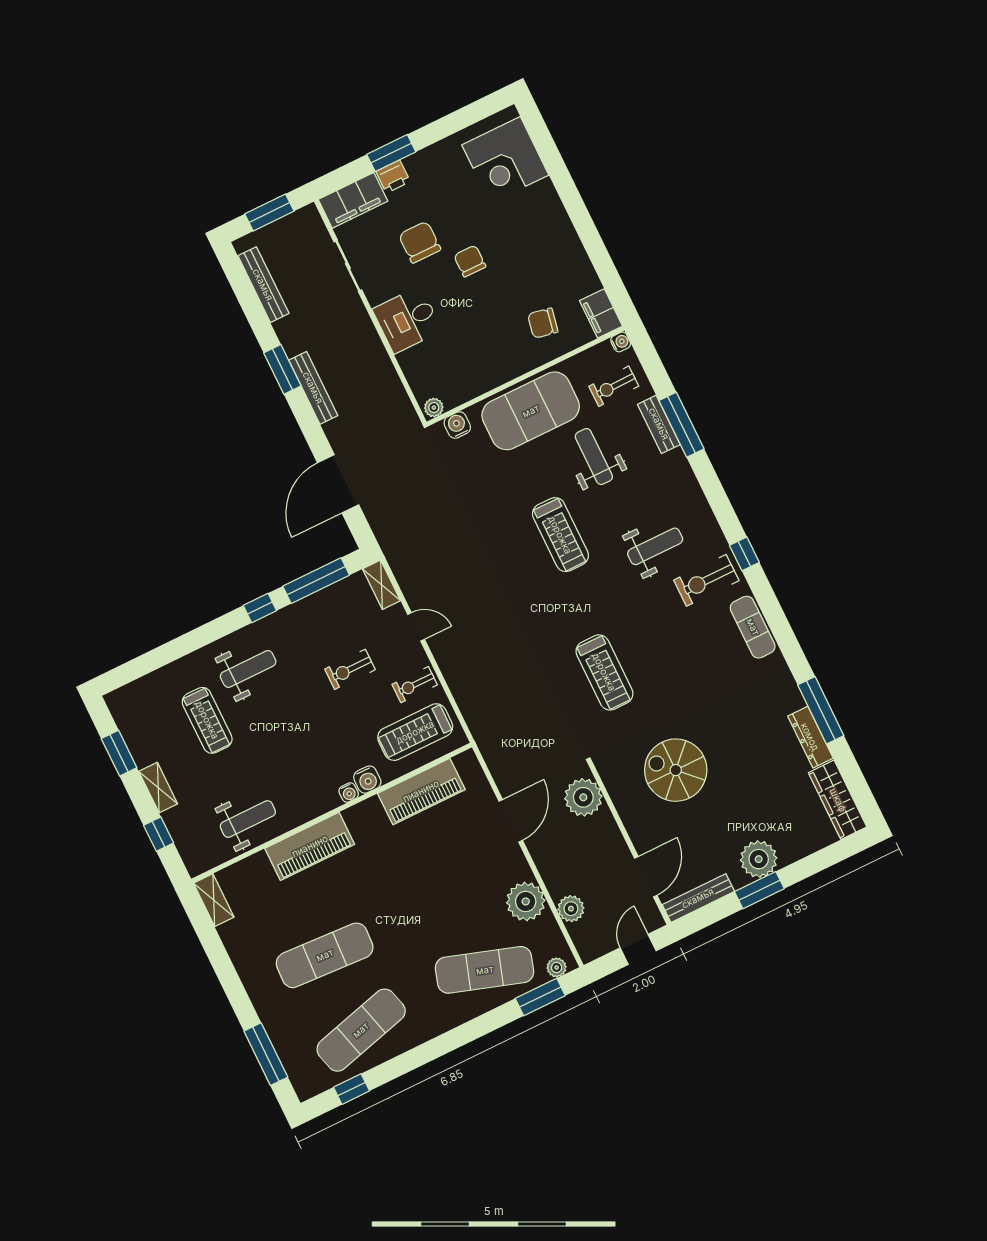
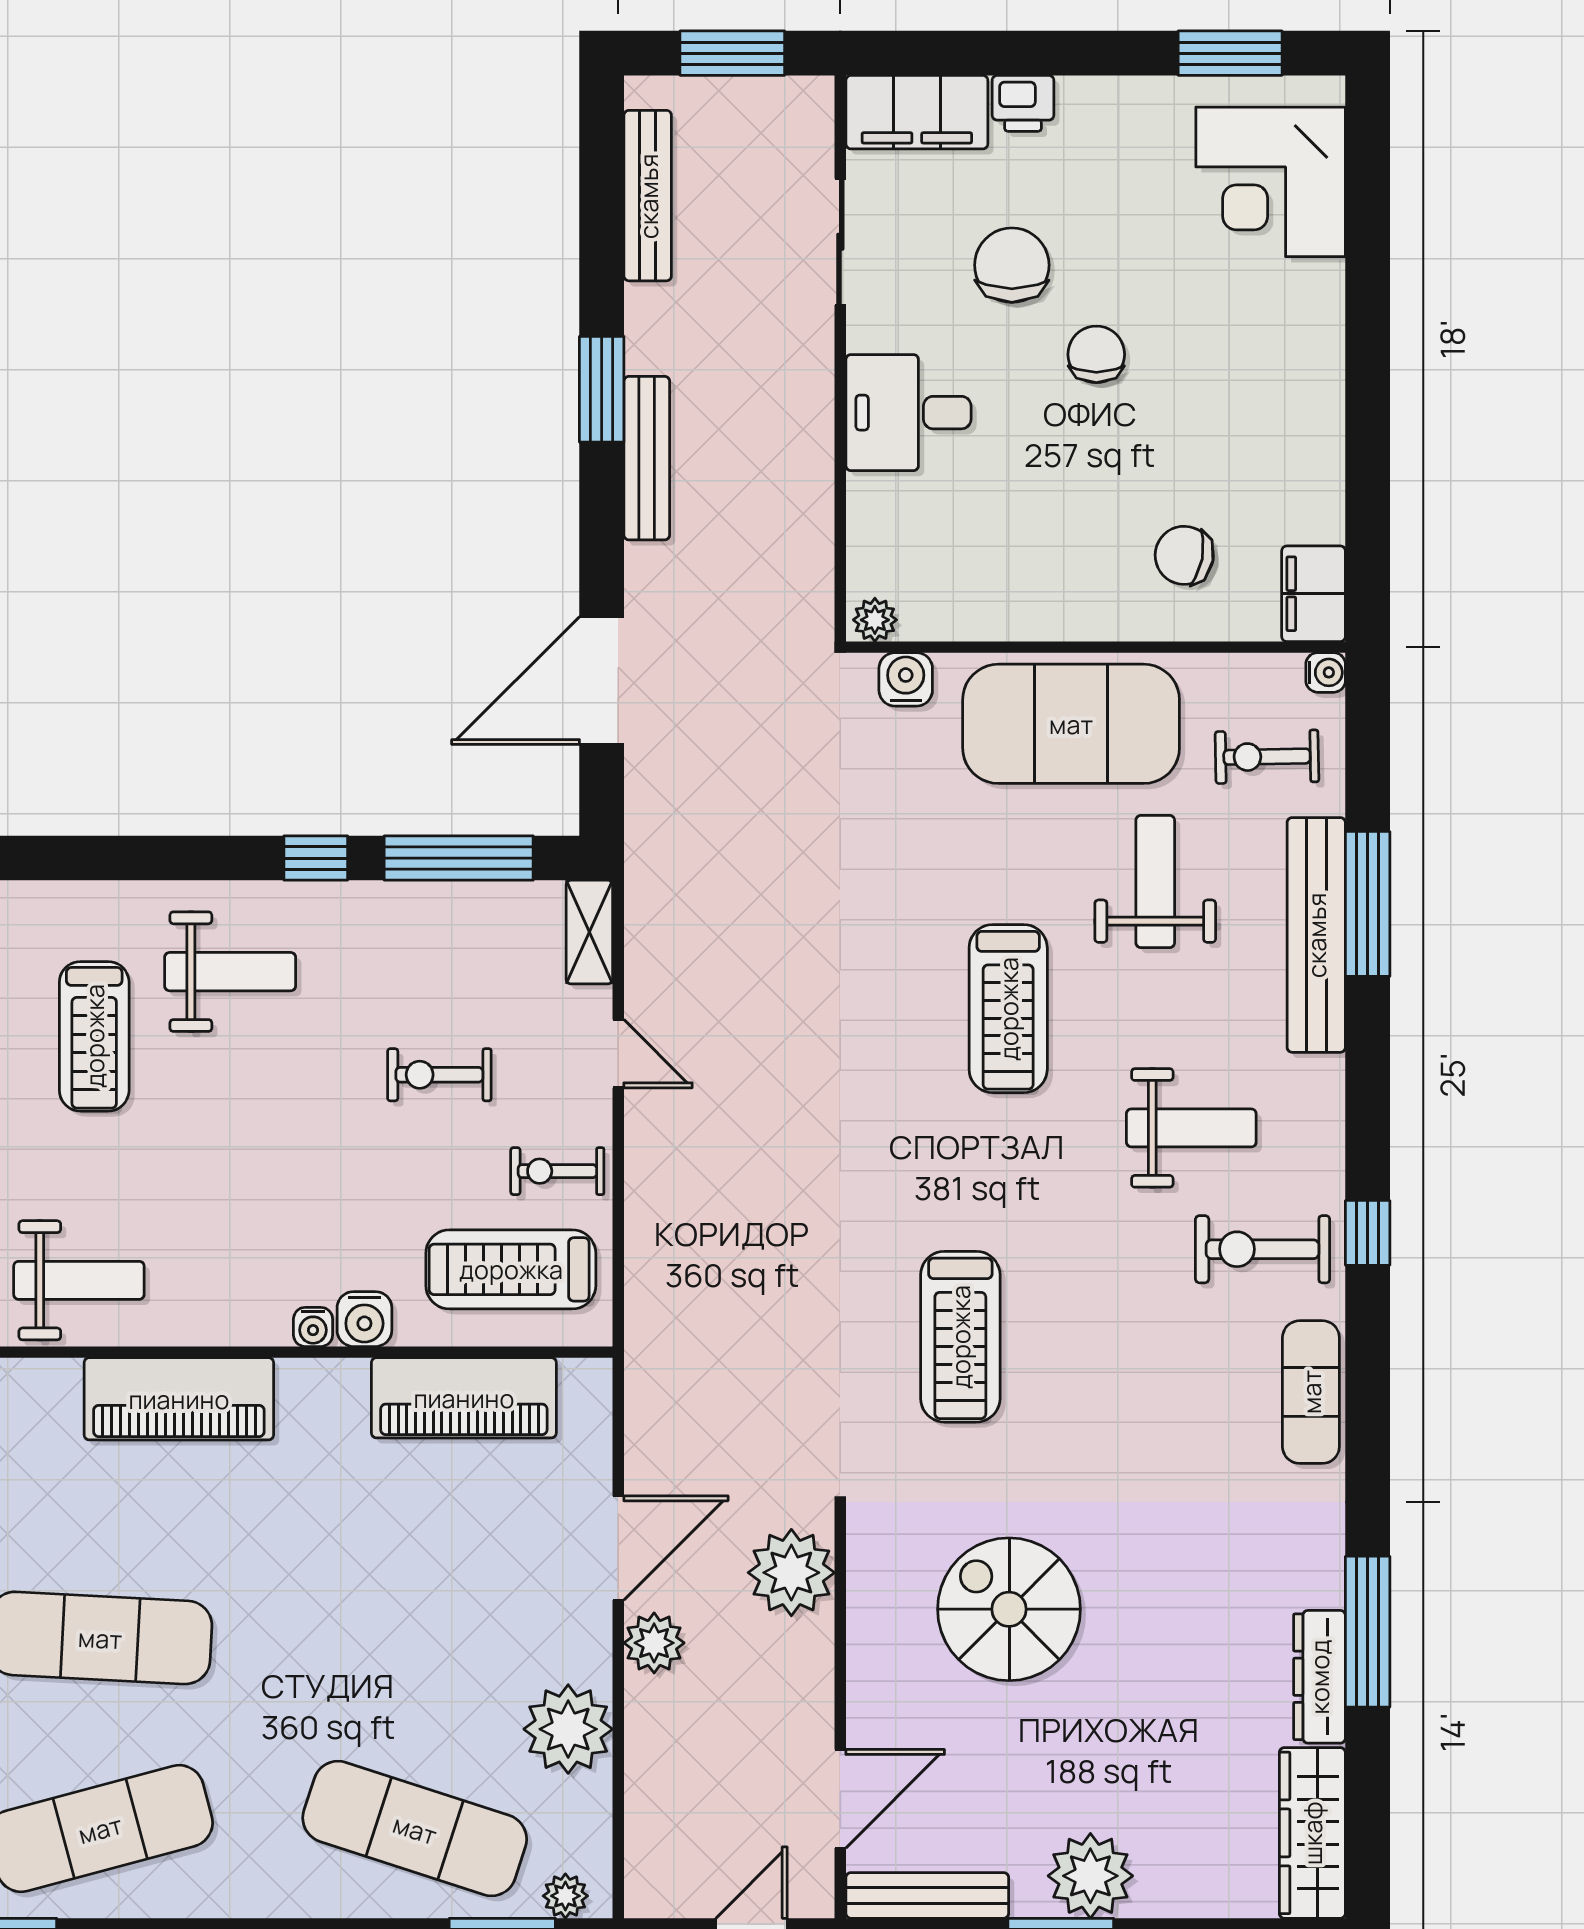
window: (391, 153) -> (1230, 53), moved
bench: (659, 424) -> (1316, 935), width x1.86, depth x1.21
plant: (571, 909) -> (654, 1643), moved

